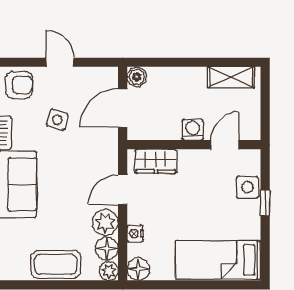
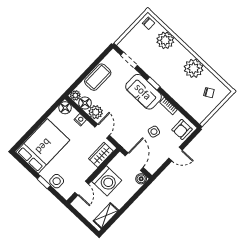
washing machine: (193, 130) -> (107, 181), width x1.89, depth x1.89
bed: (218, 260) -> (43, 146), width x1.50

